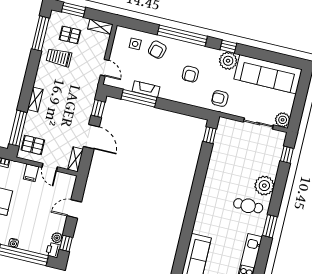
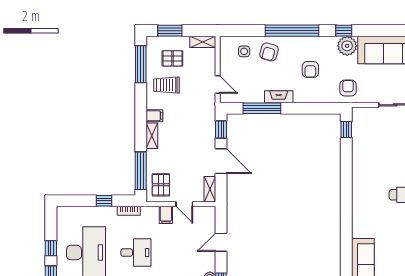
filing cabinet: (42, 82) -> (154, 116), added
fireplace: (146, 89) -> (279, 97), moved
armchair: (220, 99) -> (348, 88), turned 90
pallet: (33, 145) -> (161, 185), turned 90

